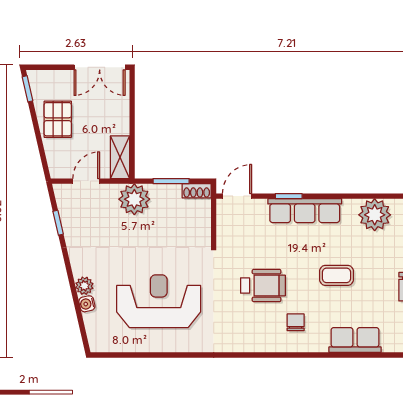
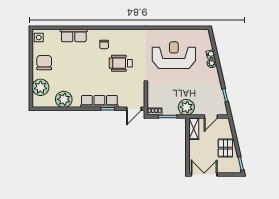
coffee table: (337, 275) -> (83, 68), removed
reception desk: (159, 301) -> (174, 55), turned 180

